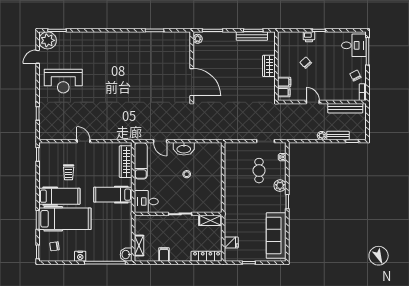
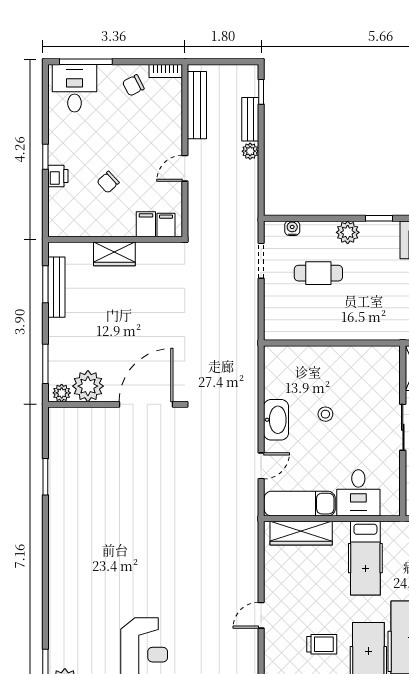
plant: (201, 52) -> (88, 386), added
desk: (146, 202) -> (358, 493), moved

